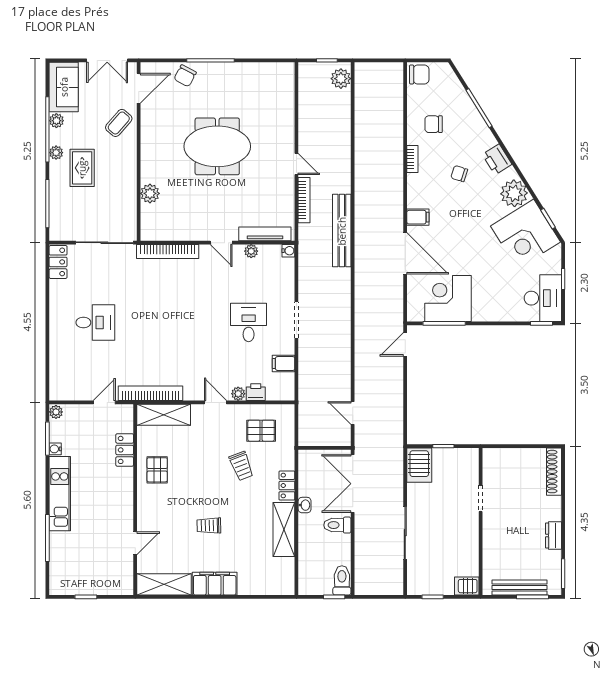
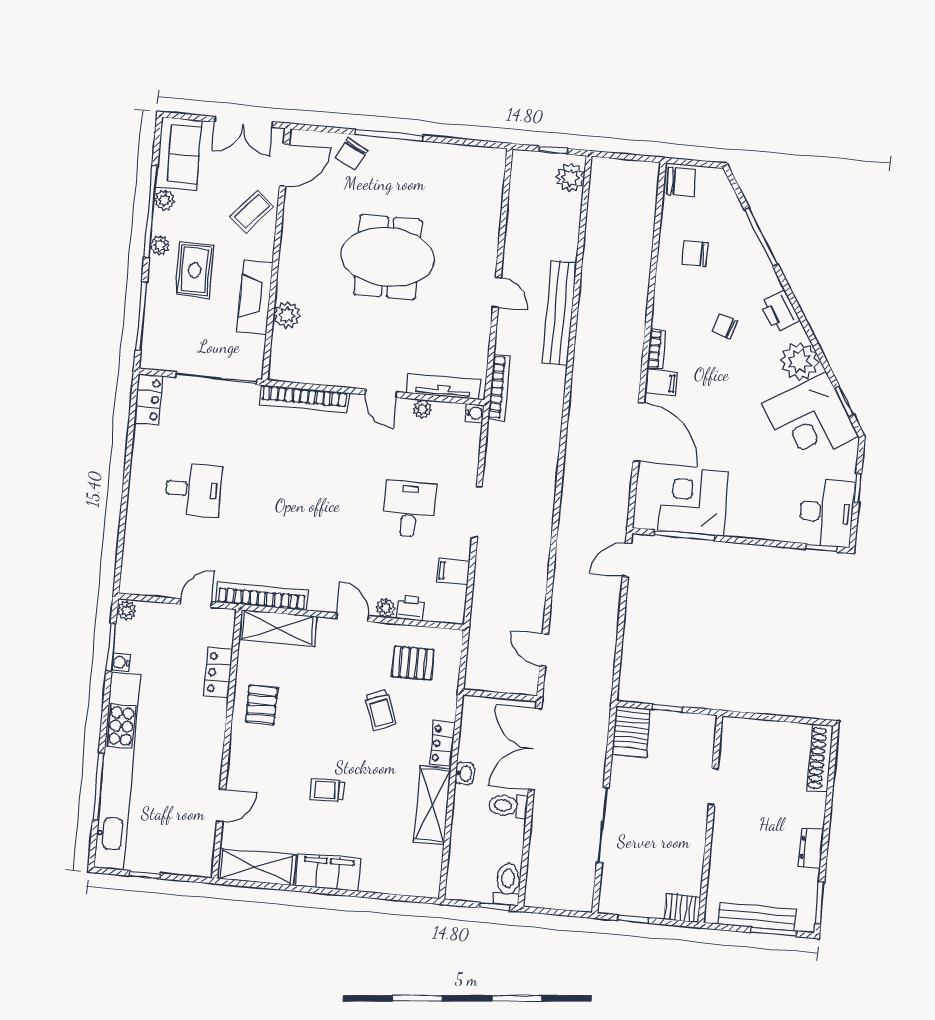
bookcase: (412, 159) -> (656, 349), moved
fireplace: (126, 183) -> (255, 297), added
bookcase: (304, 200) -> (499, 388), moved
bench: (342, 231) -> (559, 313), moved
kitchen unit: (60, 494) -> (117, 771), width x1.86

